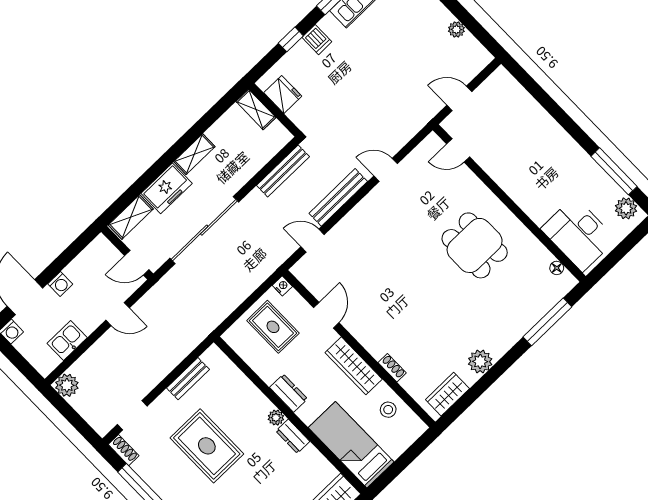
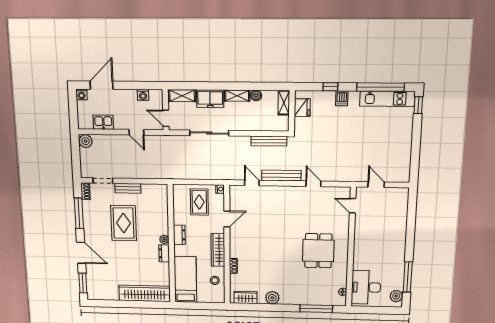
plant: (456, 29) -> (406, 154), removed
boiler: (216, 133) -> (256, 96), added
sliding door: (204, 230) -> (209, 133), width x0.73
washing machine: (60, 284) -> (143, 95), moved
bench: (188, 379) -> (128, 188), moved

